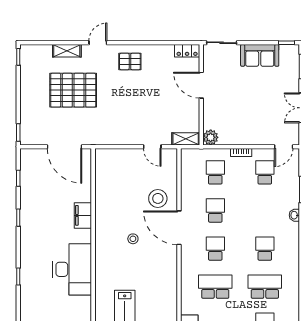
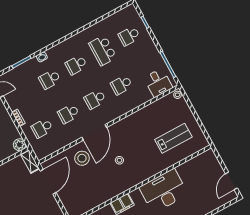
door: (152, 147) -> (48, 182), width x1.87
school desk: (265, 172) -> (50, 79), moved
school desk: (215, 287) -> (121, 85), width x0.54

